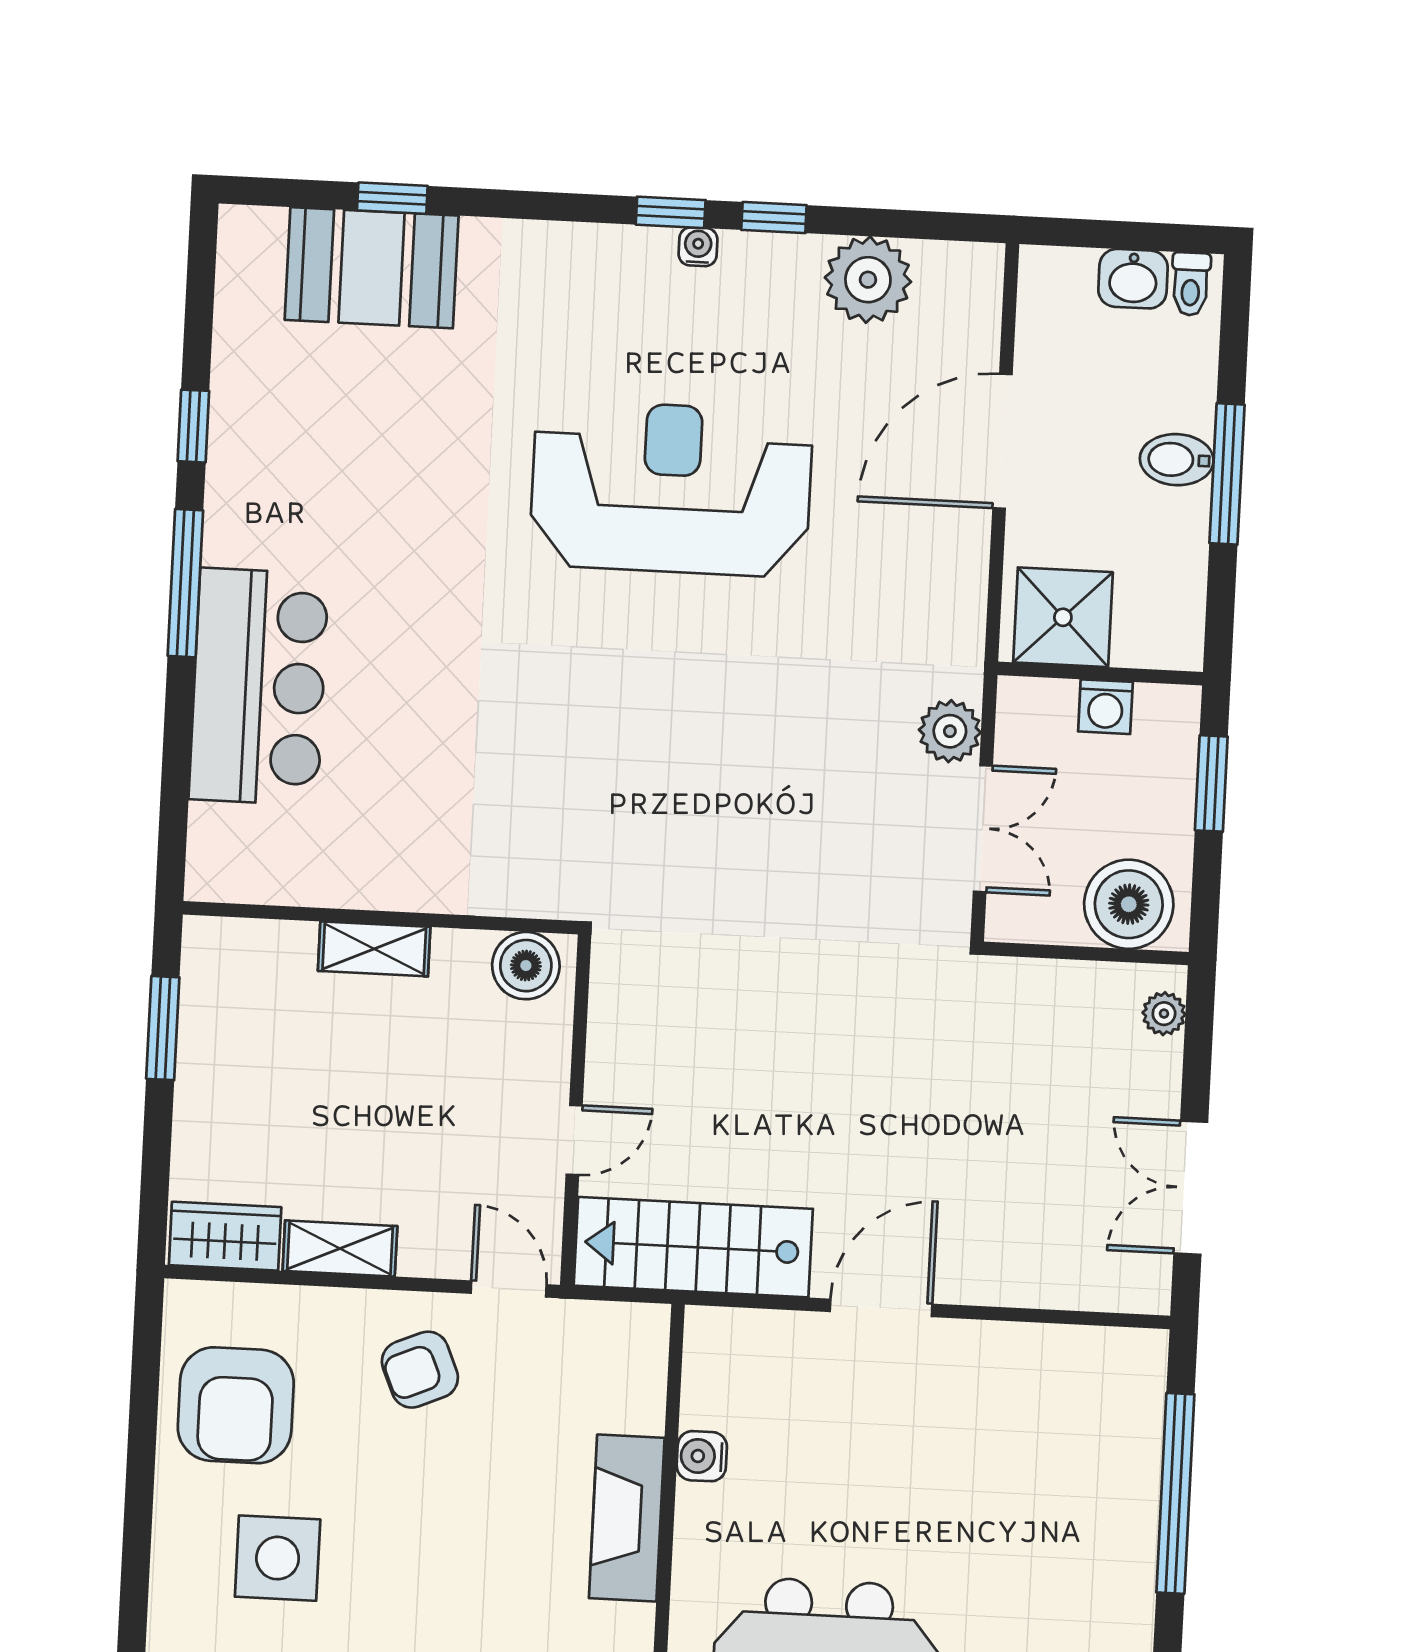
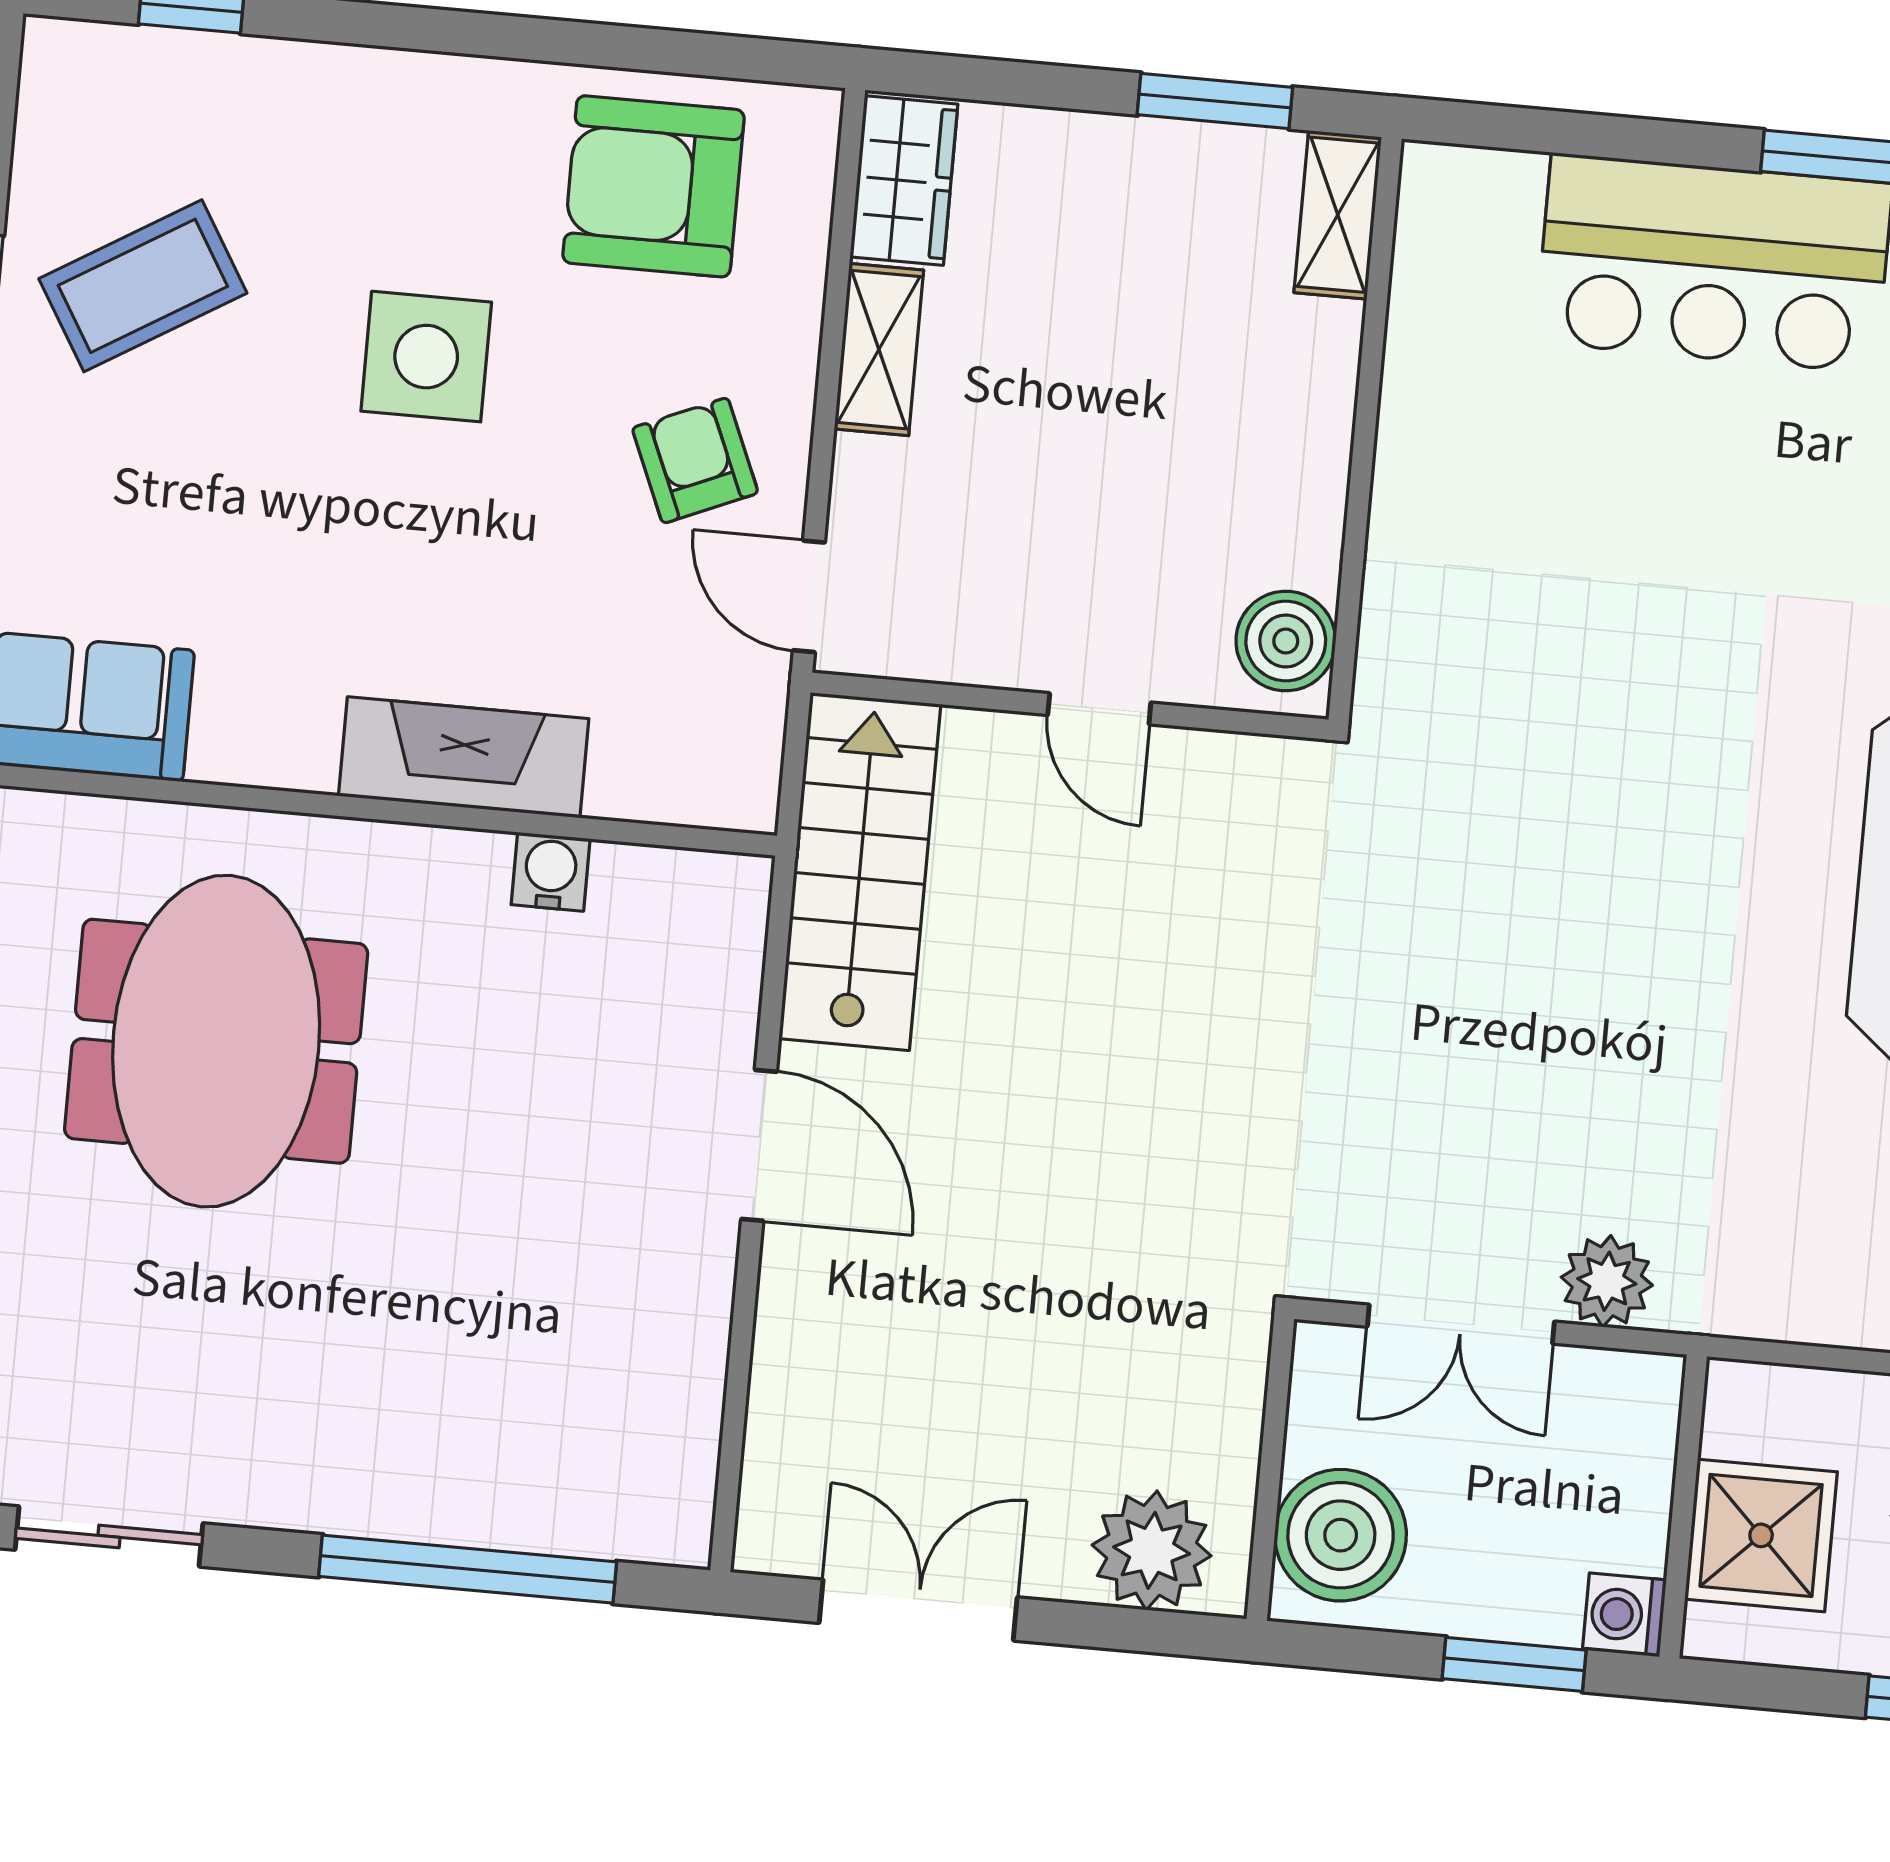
shower: (1063, 617) -> (1761, 1535), moved
washing machine: (1105, 707) -> (1624, 1615), moved
shelving: (374, 949) -> (1338, 215), moved
plant: (1164, 1014) -> (1152, 1550), width x1.87, depth x1.87
door: (574, 1140) -> (1099, 709), moved
door: (509, 1289) -> (809, 596), swing flipped
side table: (278, 1558) -> (426, 357), moved

